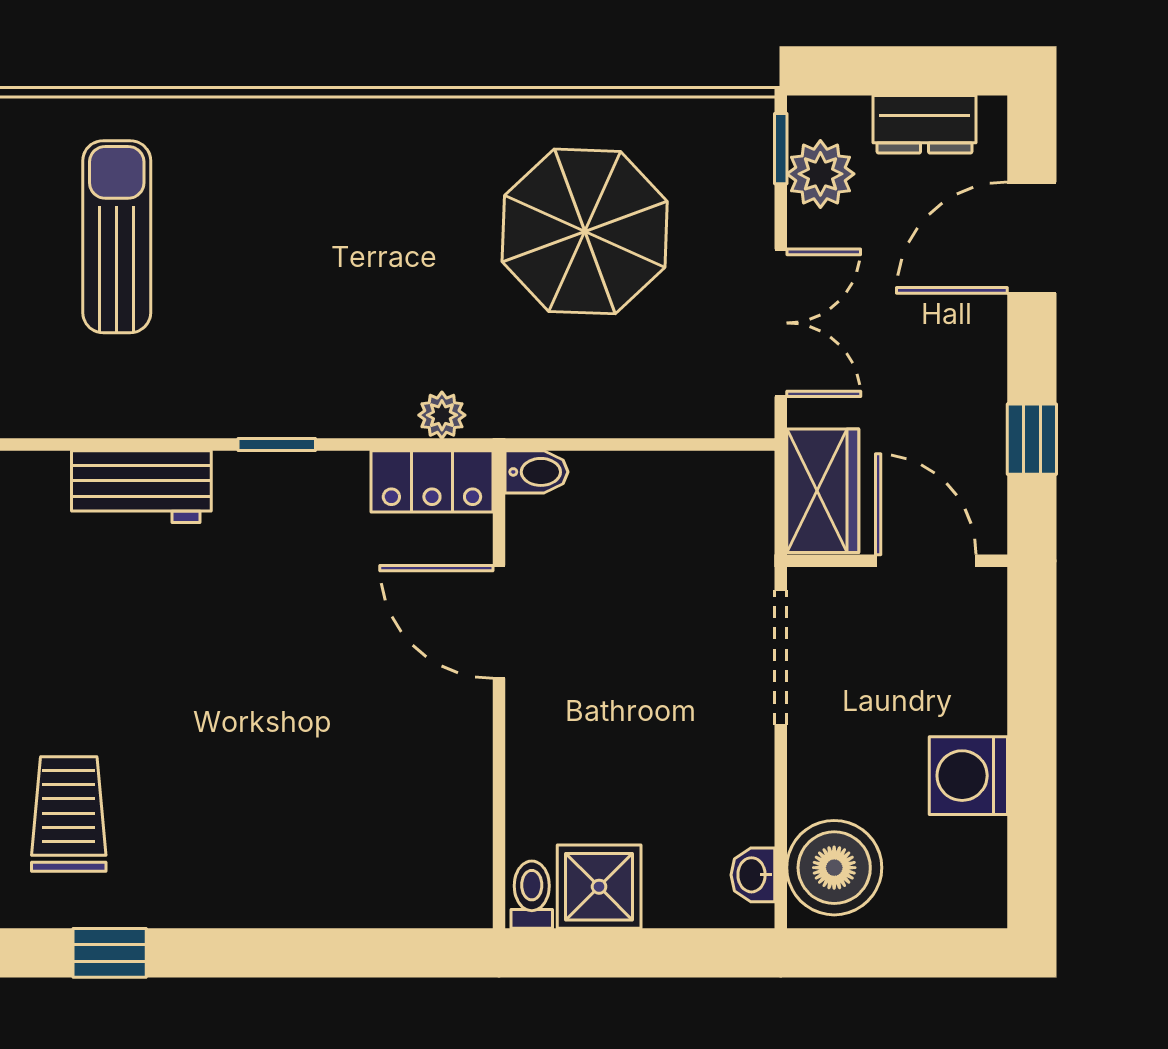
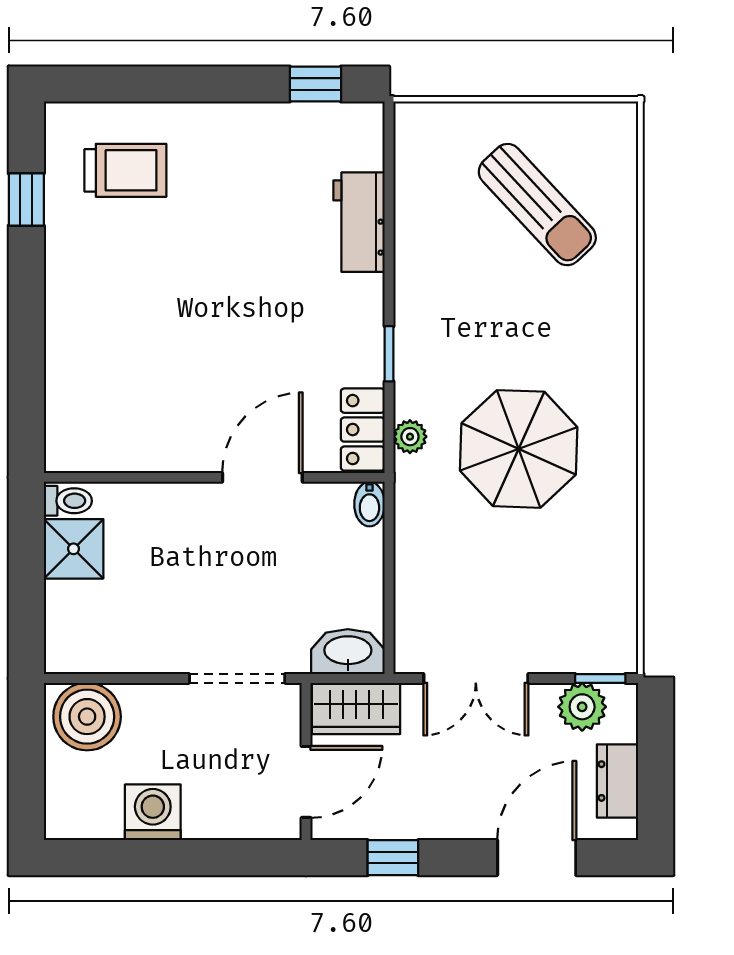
parasol: (585, 231) -> (519, 449), moved
sun lounger: (117, 237) -> (537, 205), turned 47
door: (1032, 238) -> (537, 858), hinge flipped
window: (277, 444) -> (389, 354), moved
washbasin: (753, 875) -> (348, 652), moved, width x1.91, depth x1.45

